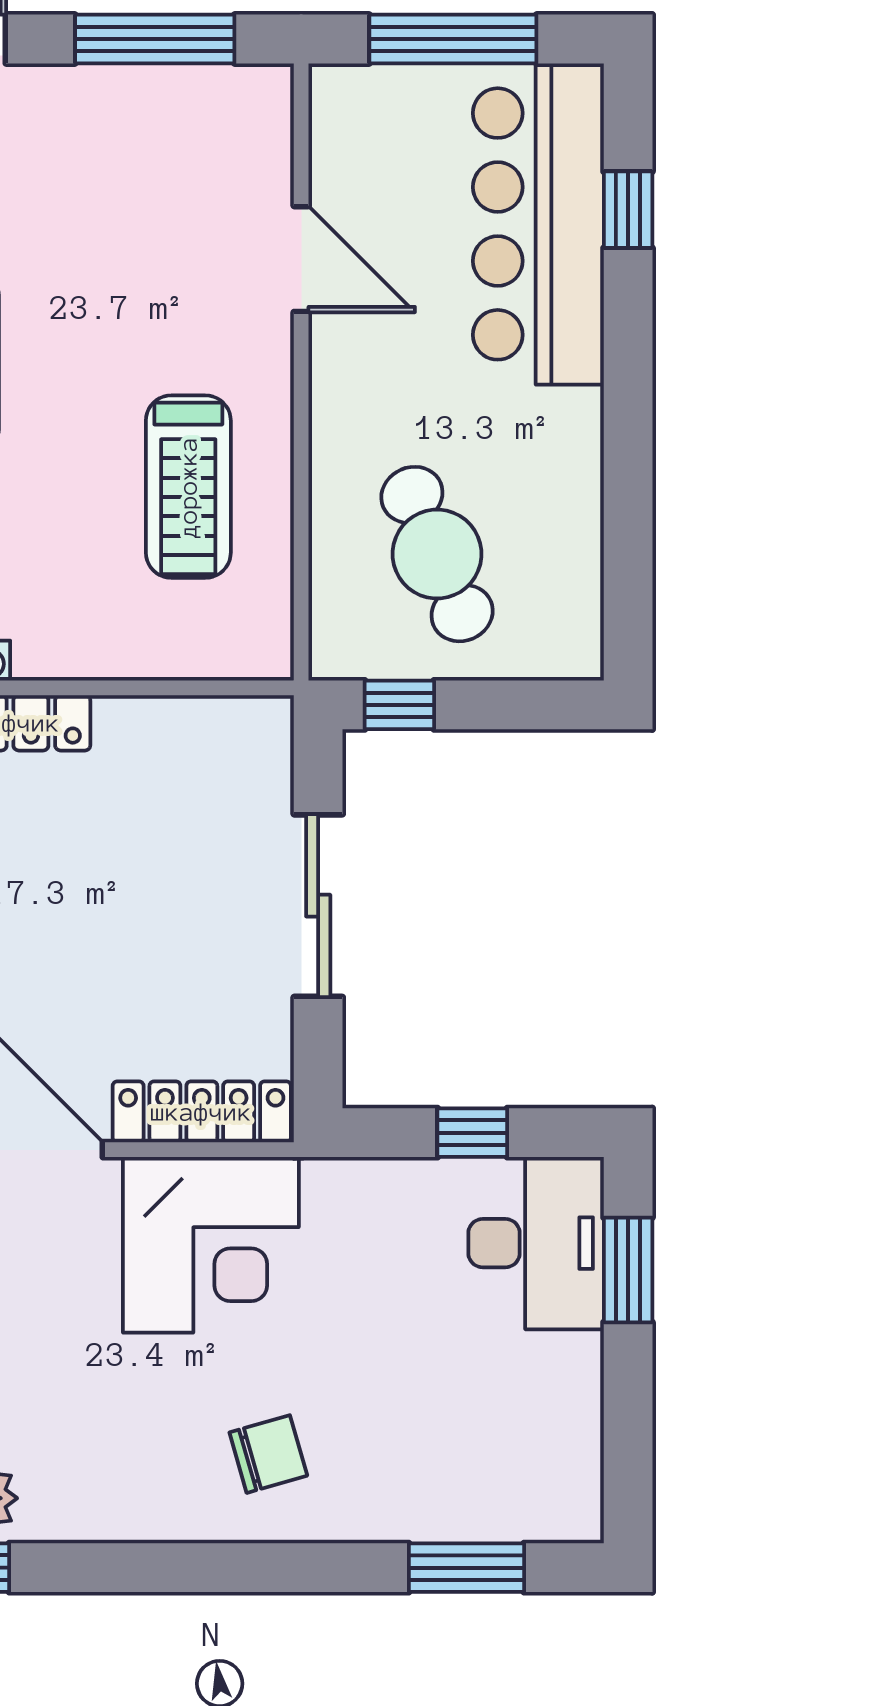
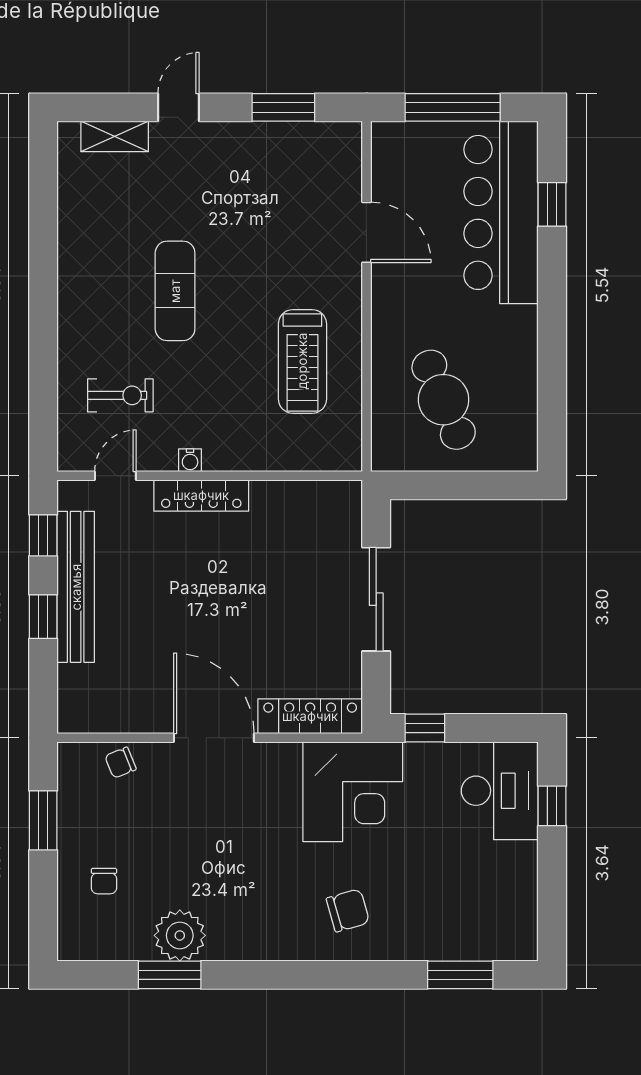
window: (155, 39) -> (283, 107), width x0.69
window: (399, 705) -> (422, 485), removed
window: (472, 1133) -> (425, 728), moved
corner desk: (211, 1245) -> (353, 792), moved
window: (628, 1270) -> (552, 806), width x0.67

